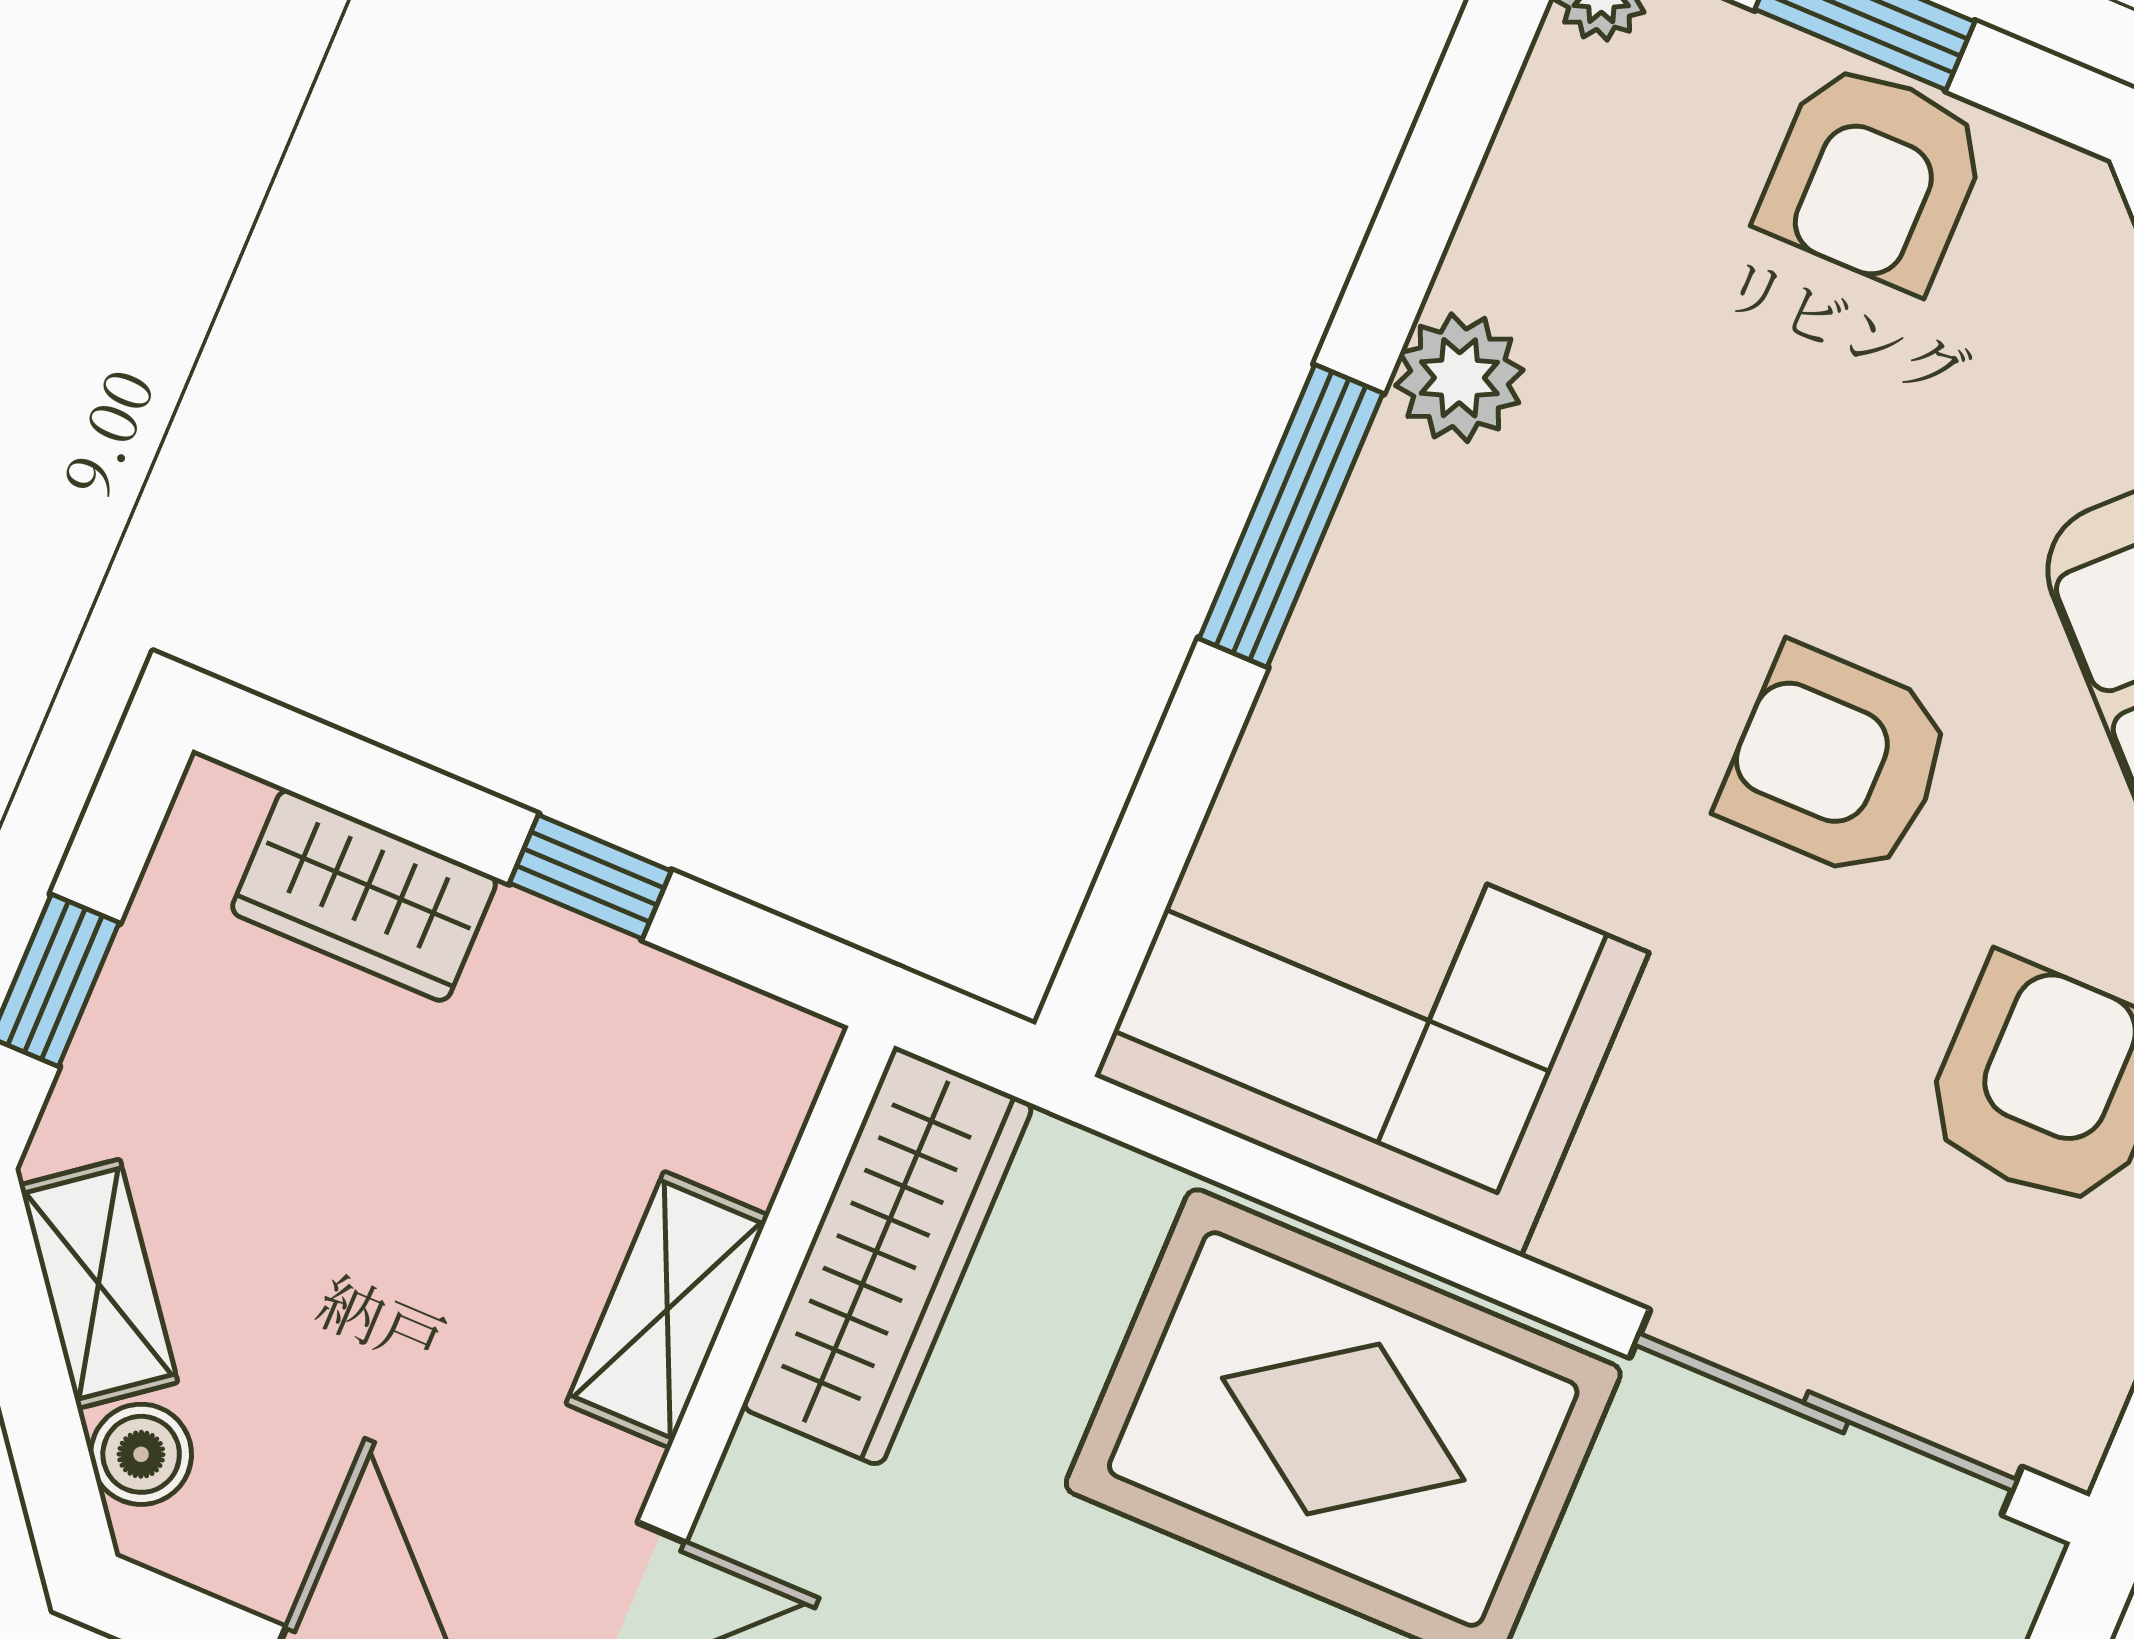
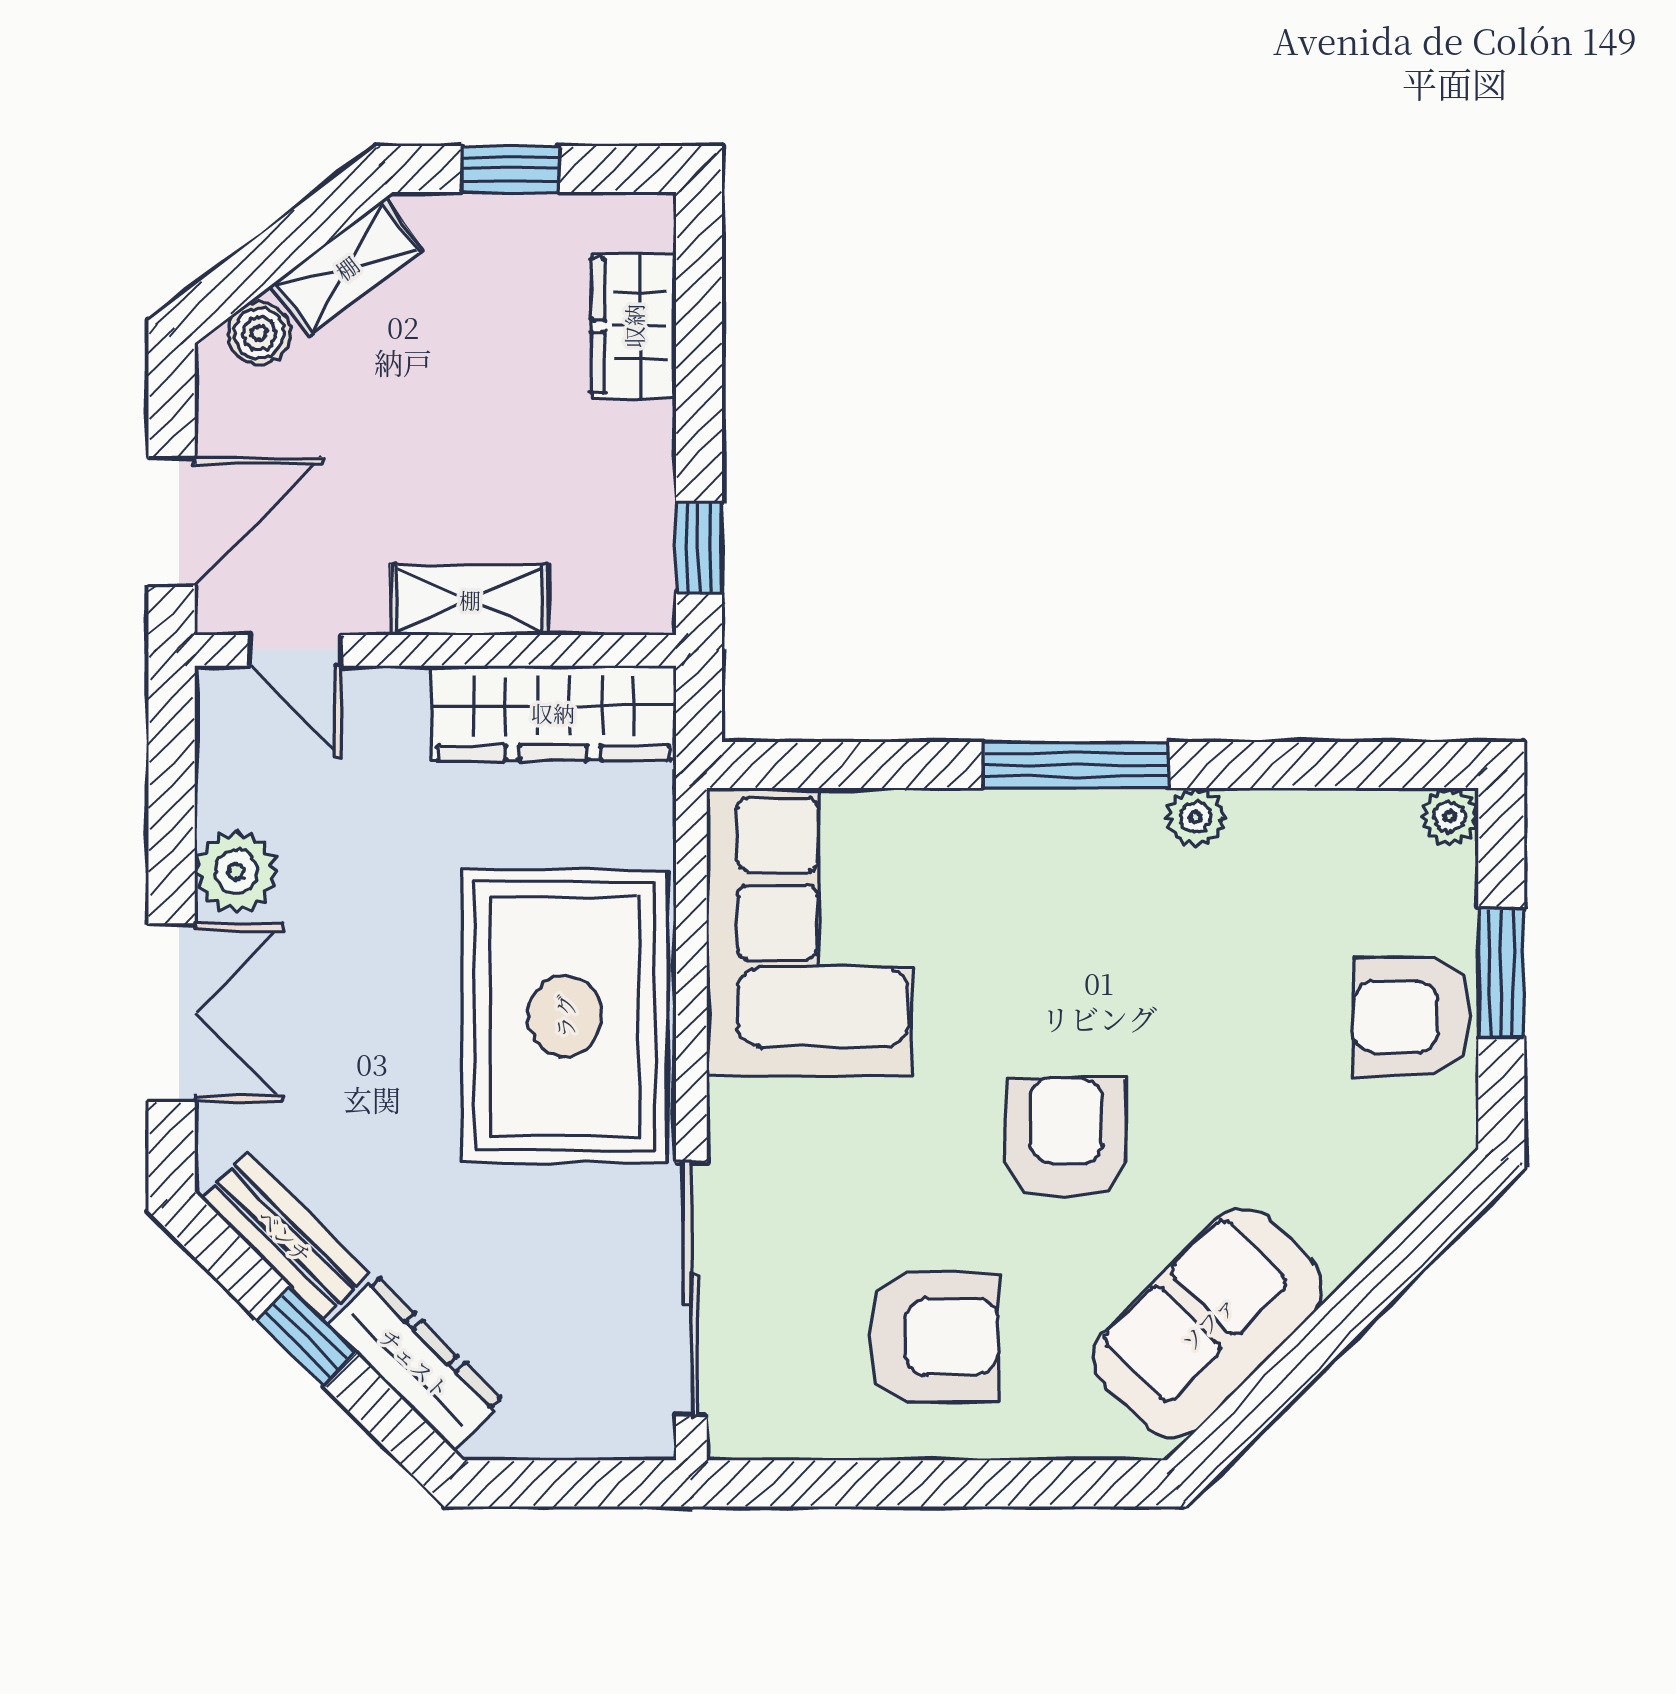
plant: (1459, 378) -> (1195, 817), width x0.73, depth x0.73
window: (590, 877) -> (699, 548), moved

